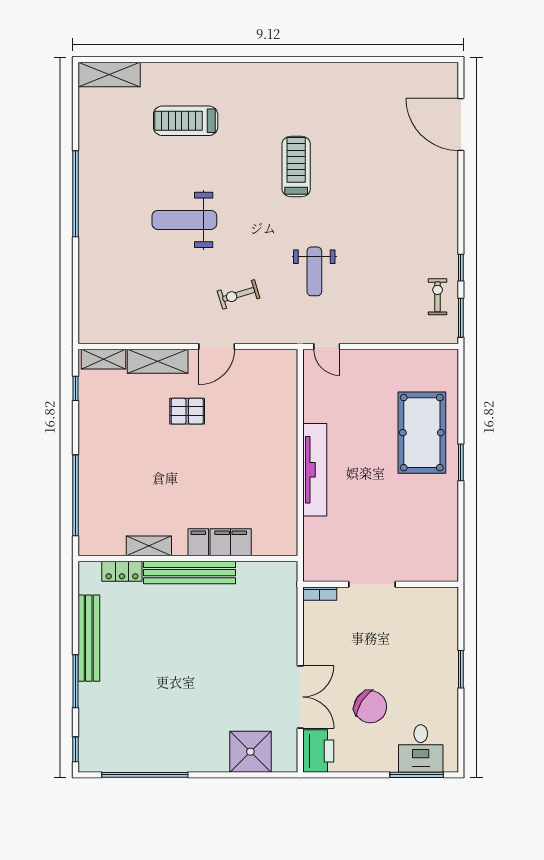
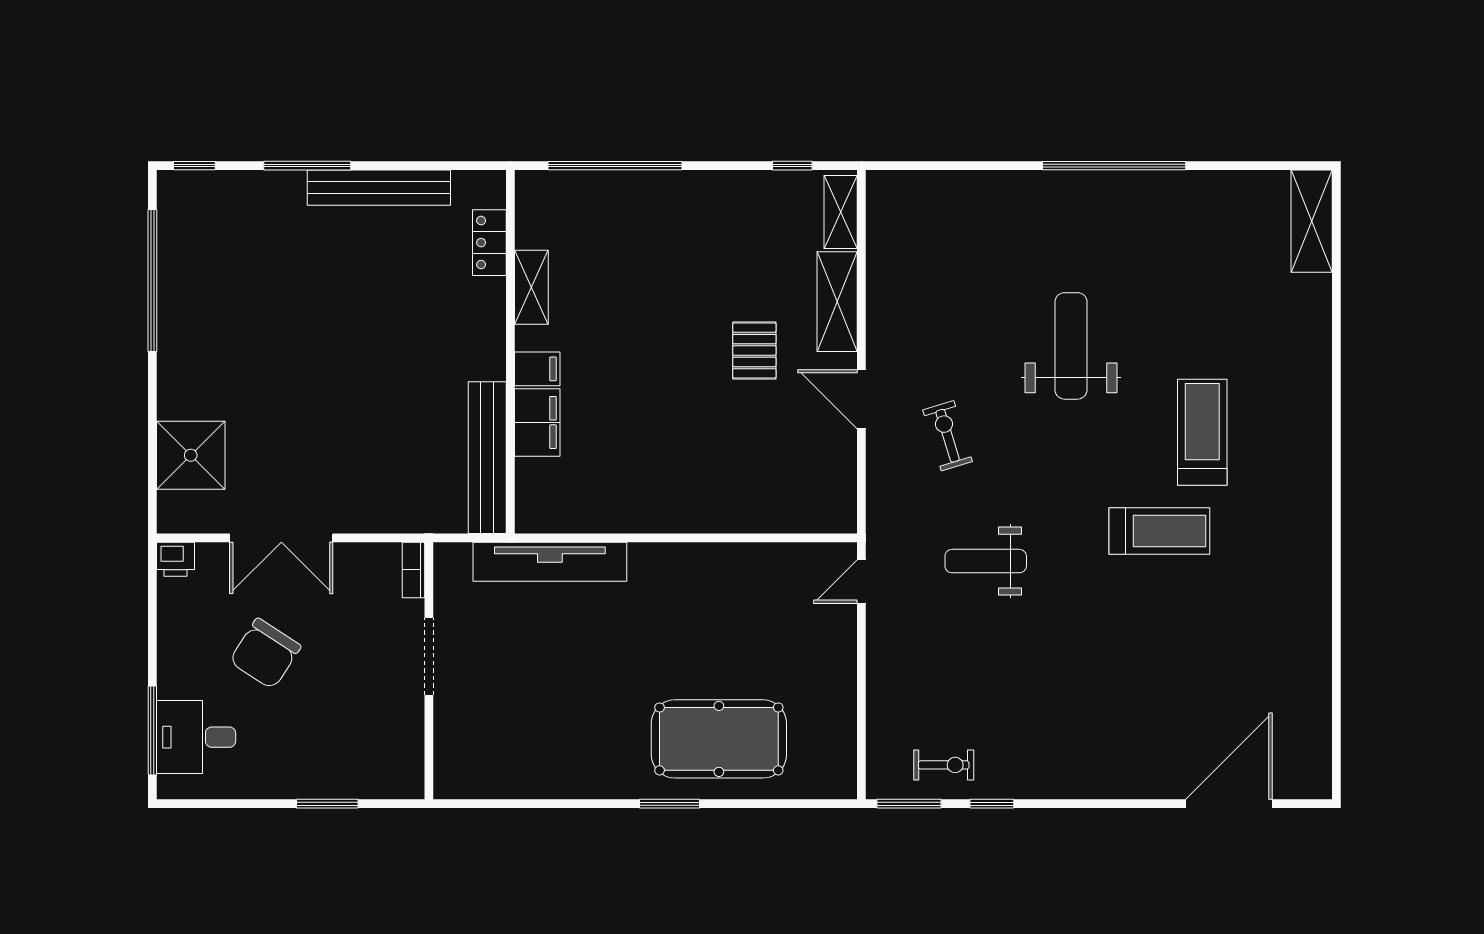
treadmill: (186, 121) -> (1202, 432), moved
tv unit: (315, 470) -> (550, 562), moved
bench: (190, 573) -> (487, 458), moved
doorway: (372, 584) -> (429, 657), moved
wall: (381, 584) -> (429, 671), moved
bookcase: (320, 594) -> (413, 570), moved
printer: (318, 751) -> (175, 559), width x0.53, depth x0.68

